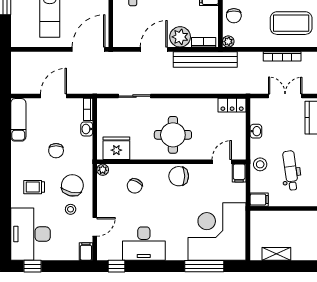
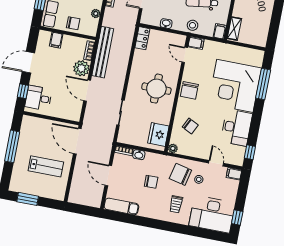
plant: (228, 41) -> (96, 13), moved
corner desk: (217, 231) -> (235, 86), moved
shelving: (276, 254) -> (234, 29), moved

